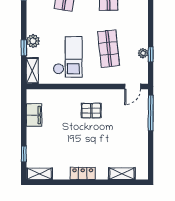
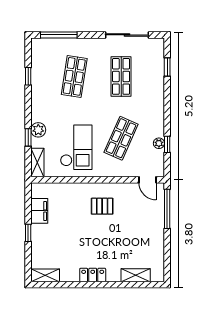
shop shelf: (109, 49) -> (121, 138), turned 30
door: (133, 86) -> (147, 180), hinge flipped
window: (24, 154) -> (28, 233), moved

